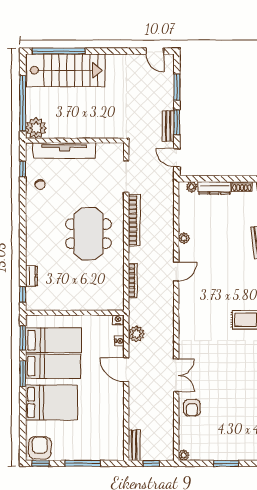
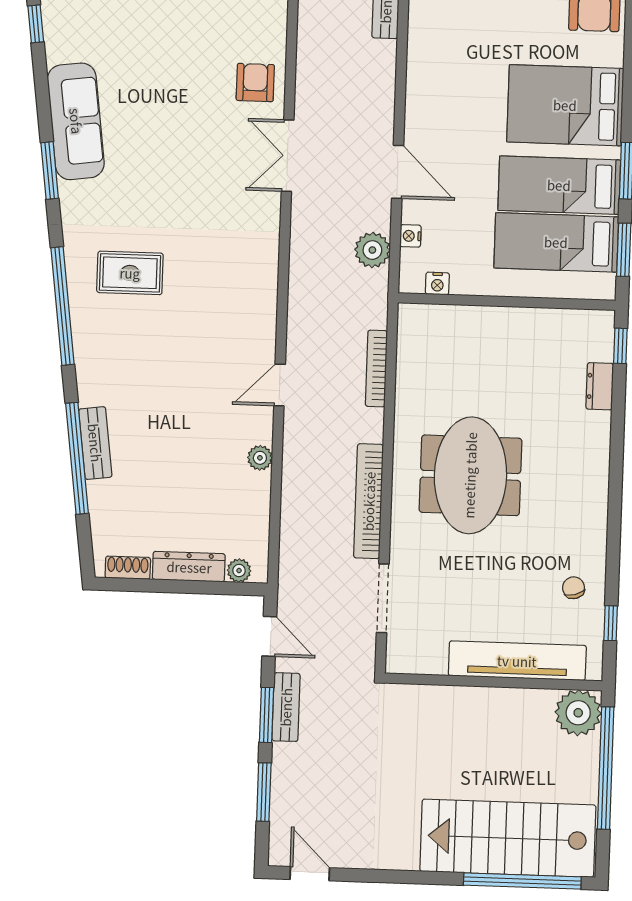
nightstand: (118, 320) -> (437, 283), moved

